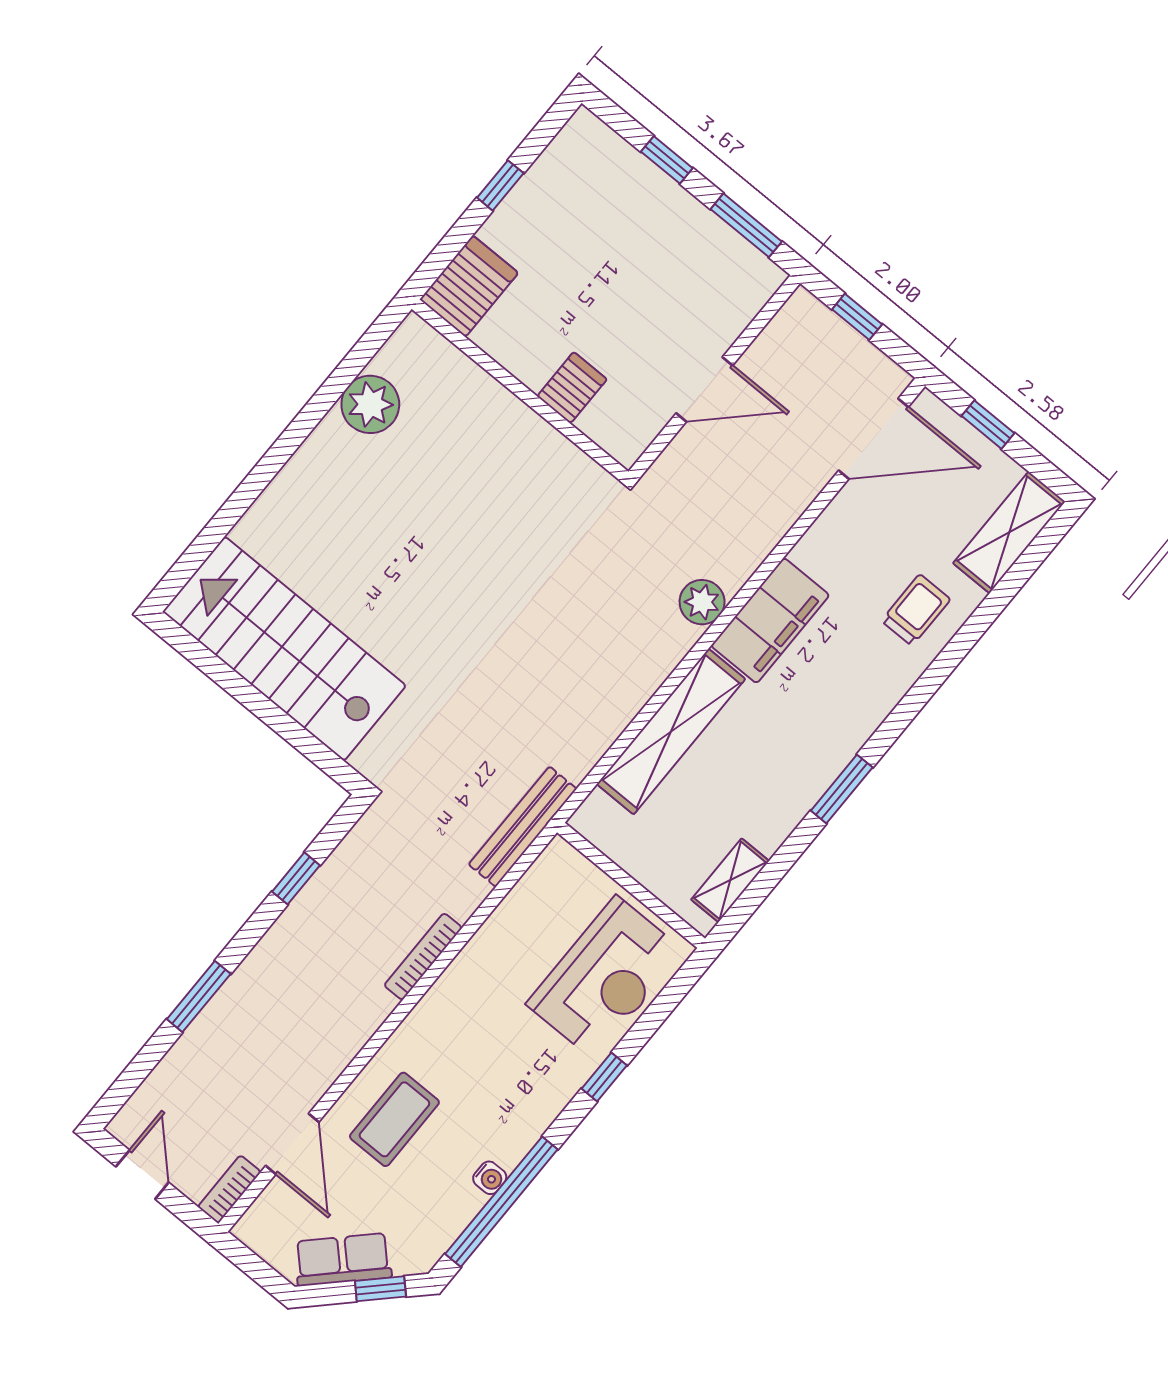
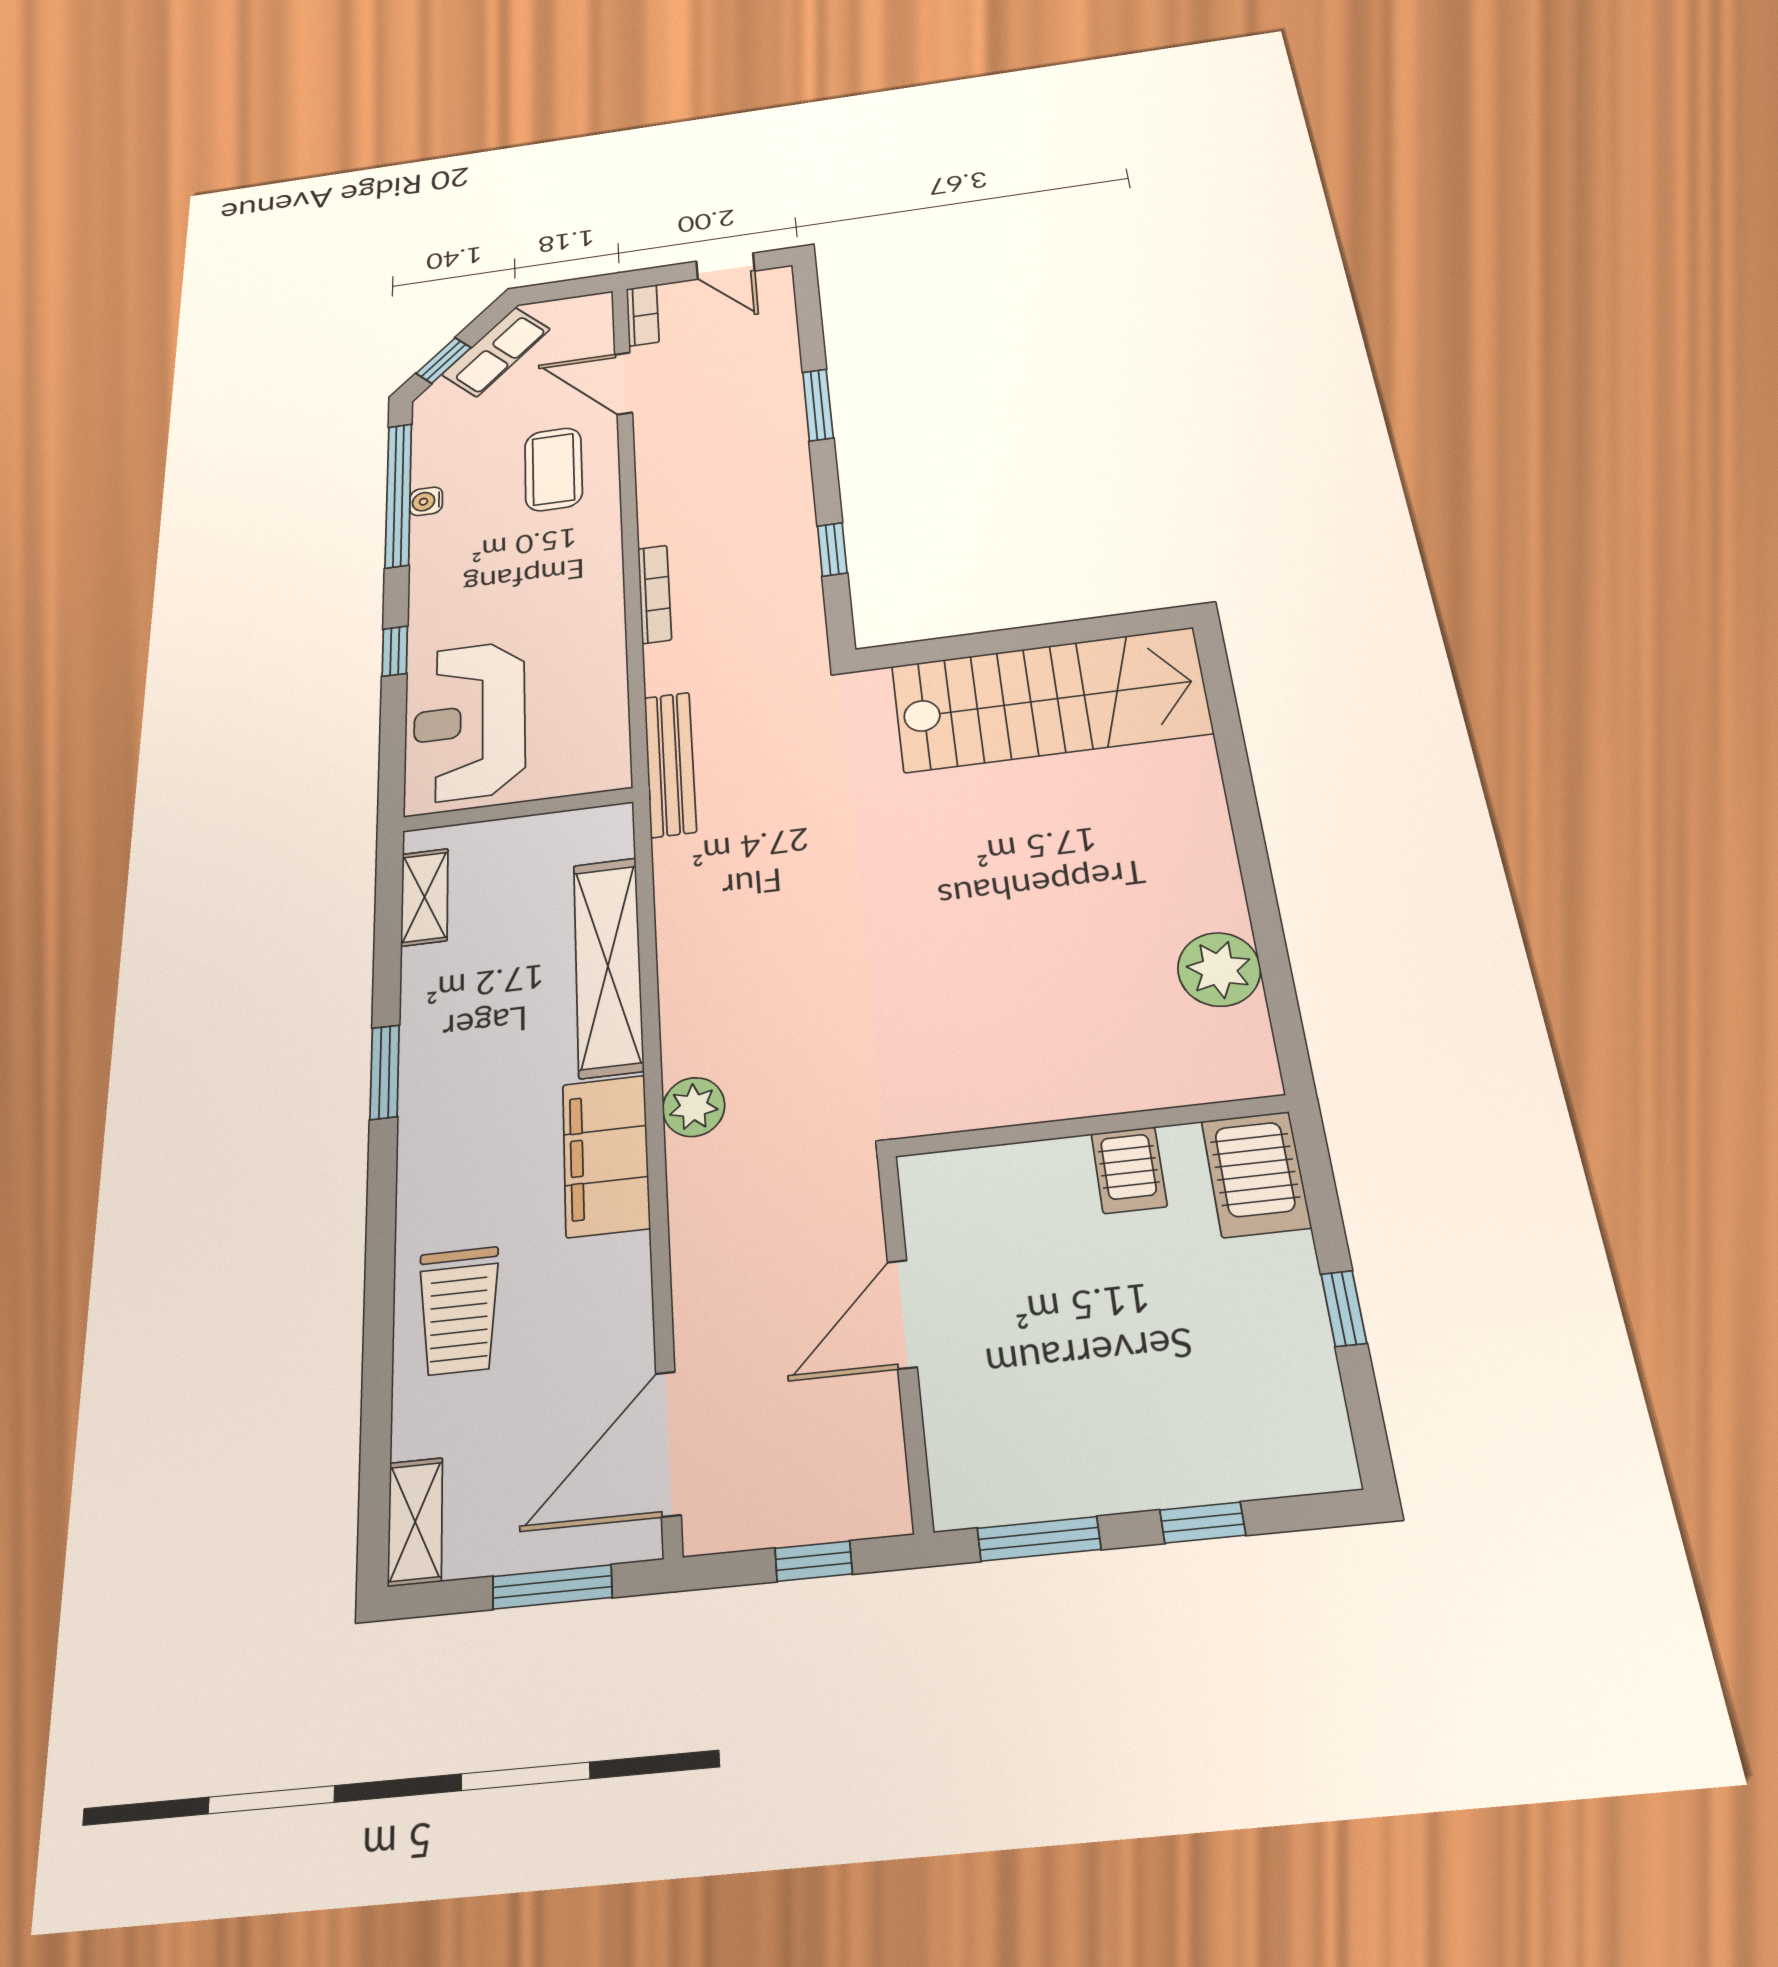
server rack: (572, 388) -> (1129, 1170), moved
window: (988, 425) -> (552, 1587), width x1.50
shelving: (1009, 532) -> (415, 1522), width x0.67, depth x0.75
trolley: (916, 610) -> (459, 1311), width x1.36, depth x1.39

